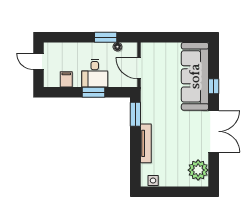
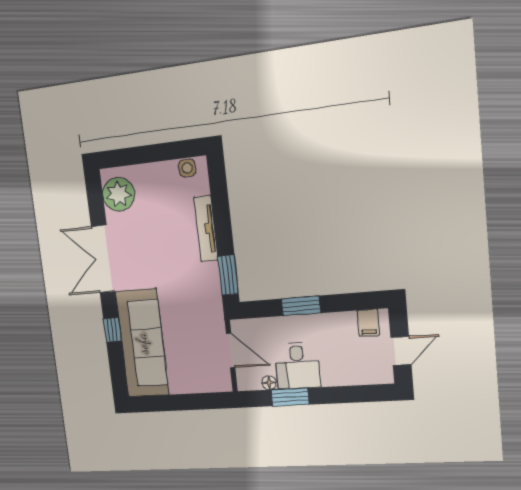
door: (38, 61) -> (401, 351), hinge flipped
desk: (95, 73) -> (298, 366), moved, turned 180
filing cabinet: (66, 79) -> (368, 323), moved

